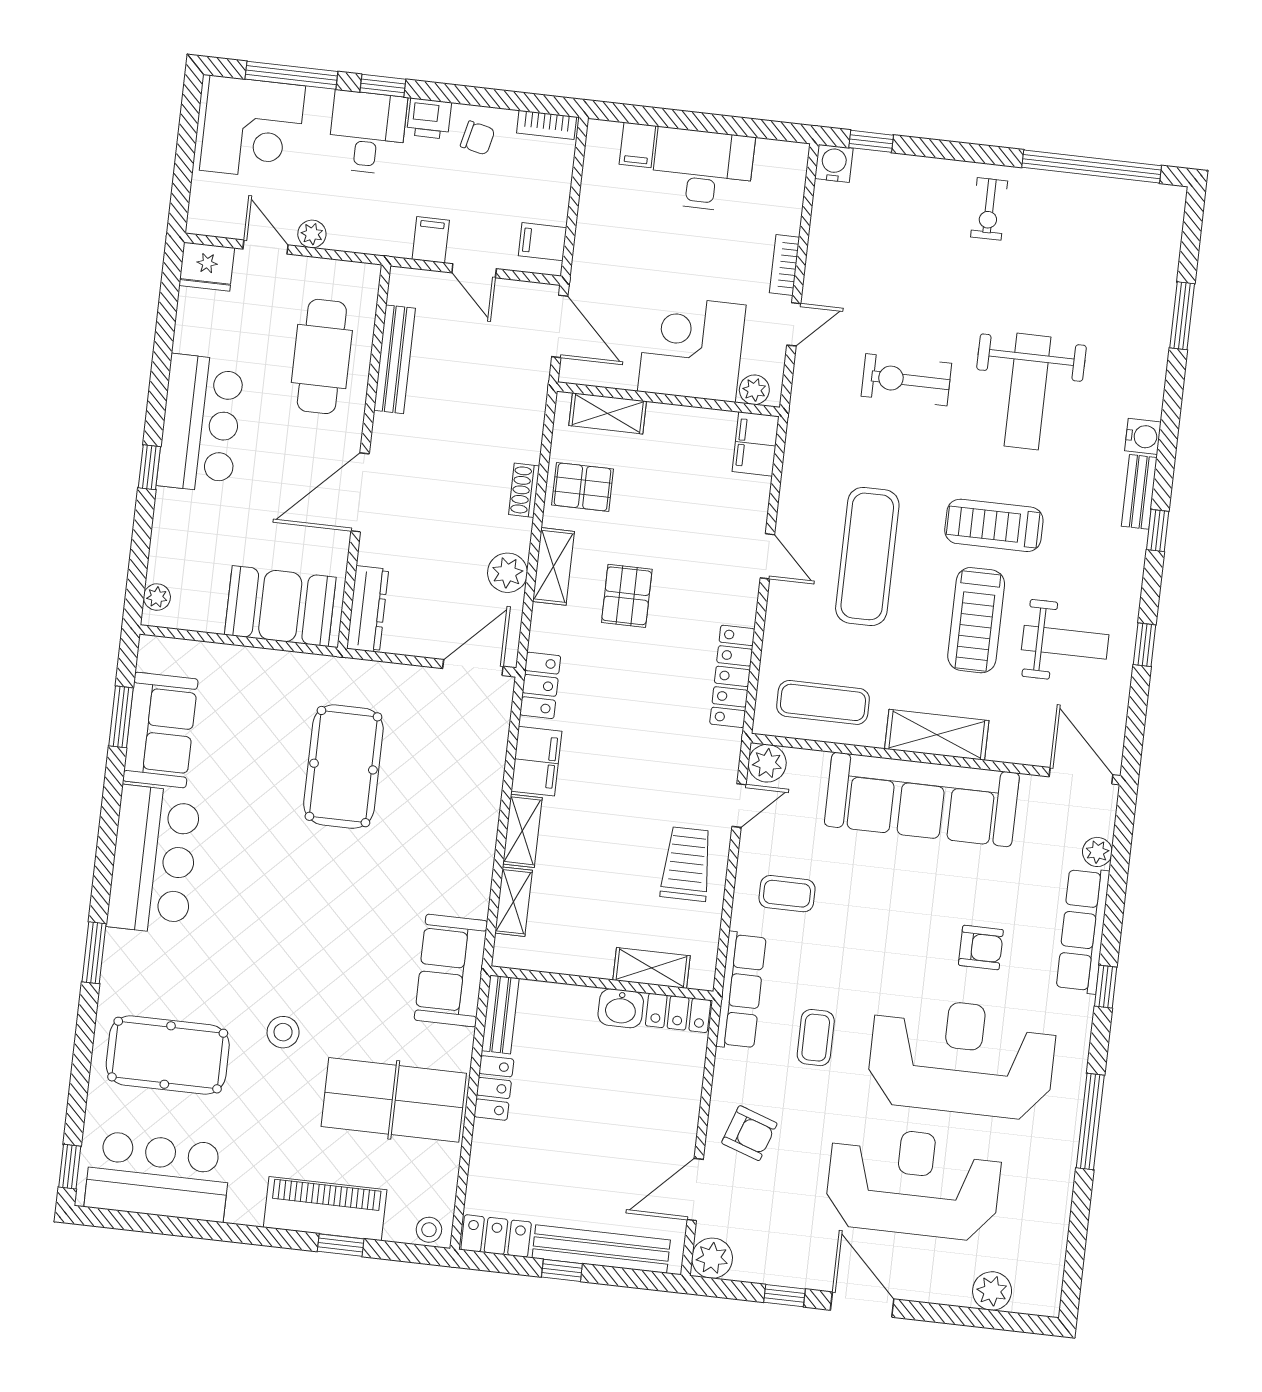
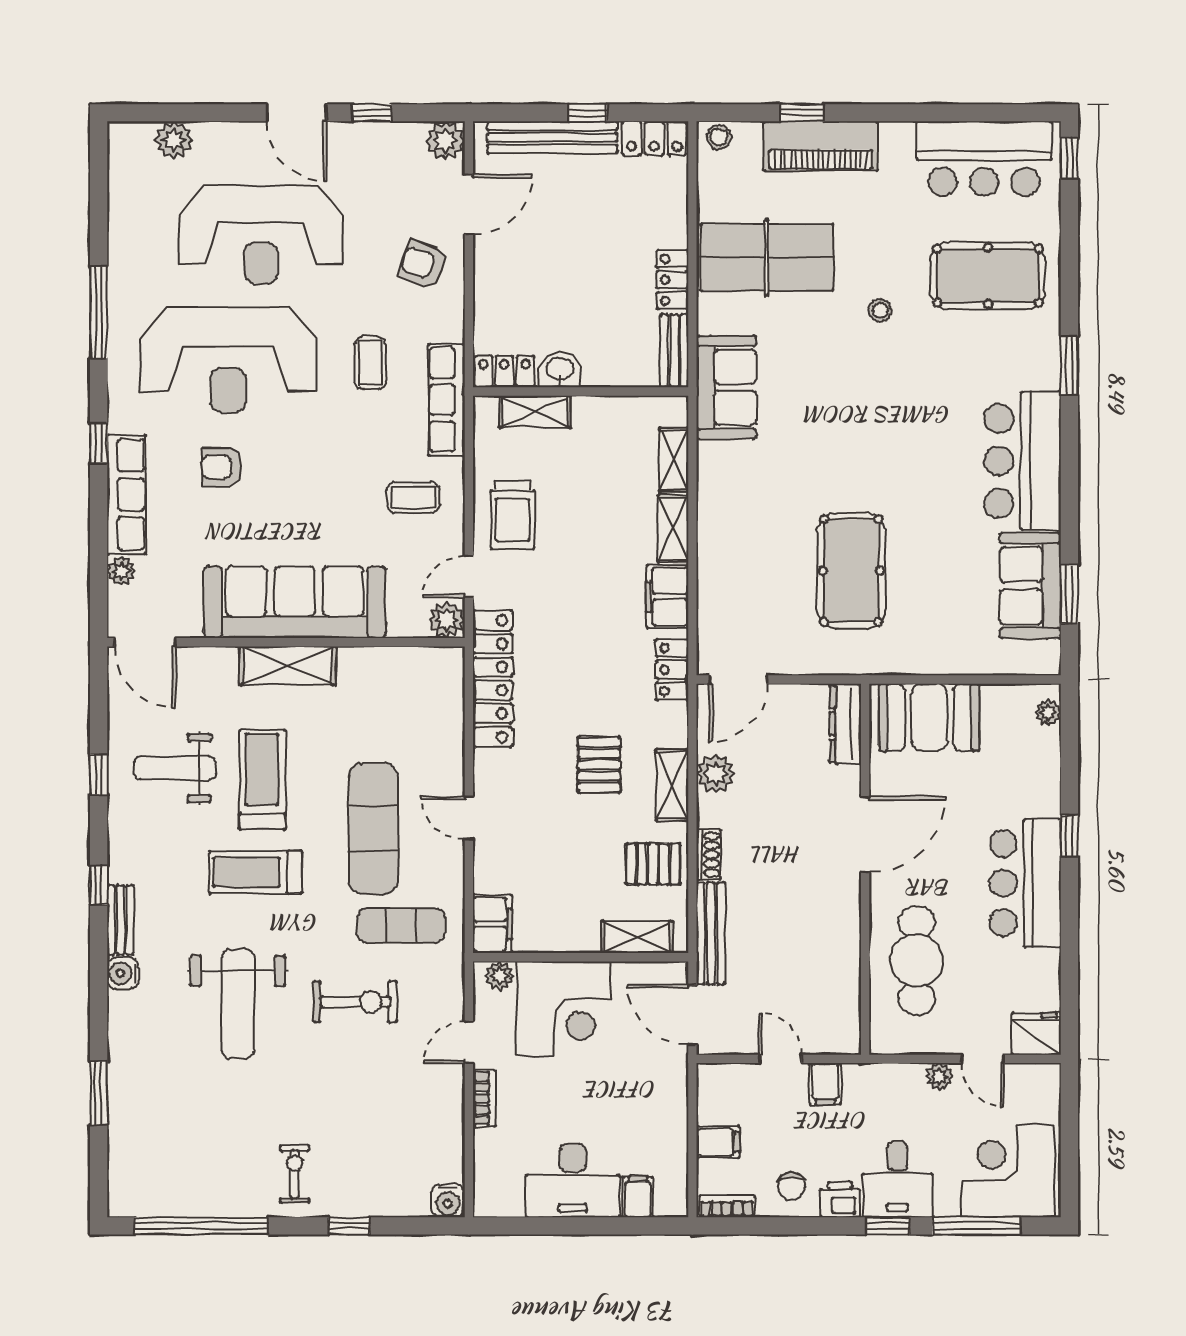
chair: (478, 138) -> (791, 1186), turned -103
window: (871, 141) -> (349, 1226), moved
filing cabinet: (543, 242) -> (718, 1142), moved
bench: (395, 359) -> (711, 933), moved
weight bench: (1028, 392) -> (238, 1004), turned 180
treadmill: (994, 525) -> (256, 872), turned 180
locker: (732, 676) -> (493, 679), width x1.41, depth x1.21
exercise mat: (823, 702) -> (401, 926), moved
stool: (283, 1032) -> (880, 310), width x0.73, depth x0.73

